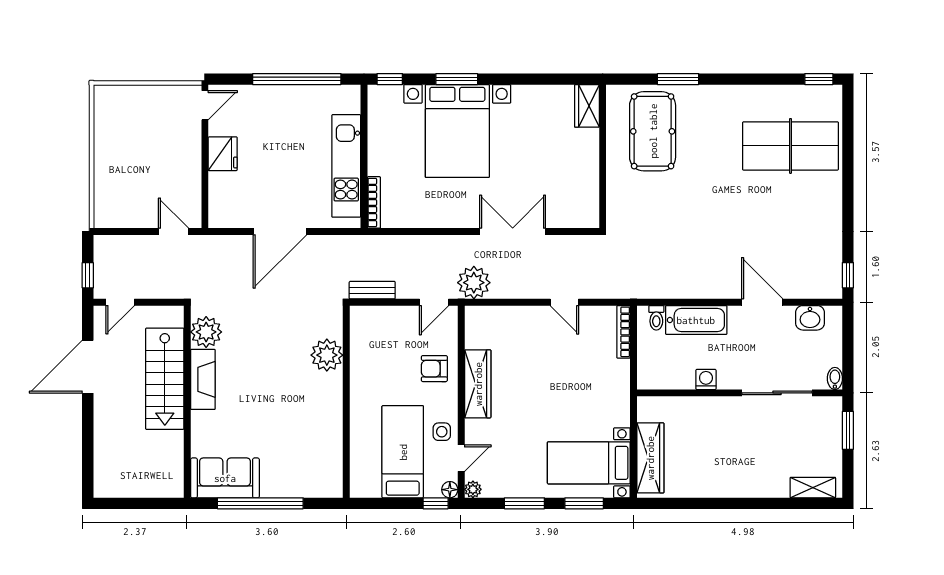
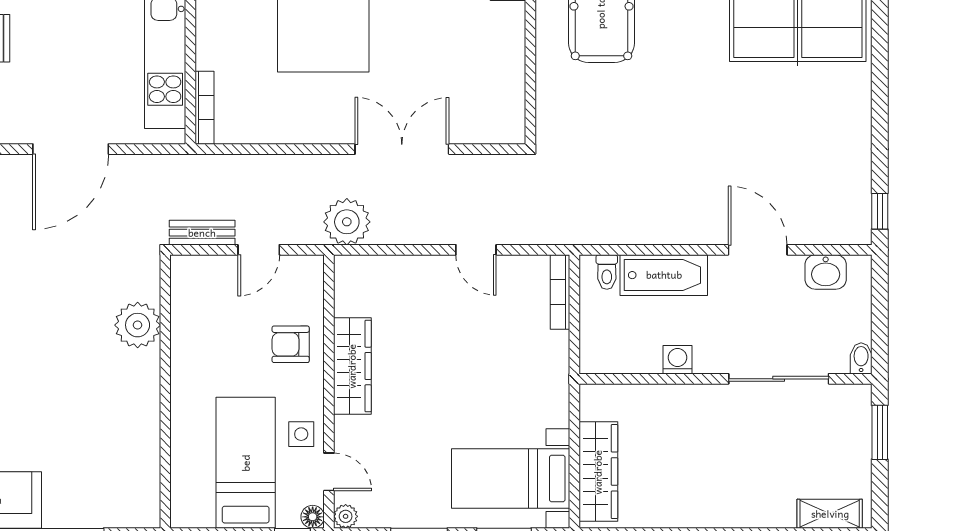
door: (434, 302) -> (259, 250), moved
door: (461, 458) -> (329, 472), hinge flipped

